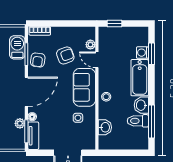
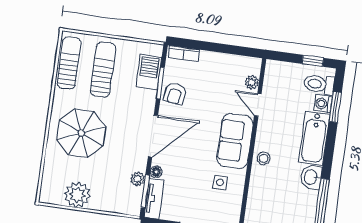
window: (114, 24) -> (313, 61), moved
armchair: (65, 55) -> (214, 93), removed
toilet: (138, 121) -> (319, 84), moved
washbasin: (105, 127) -> (256, 201), removed

